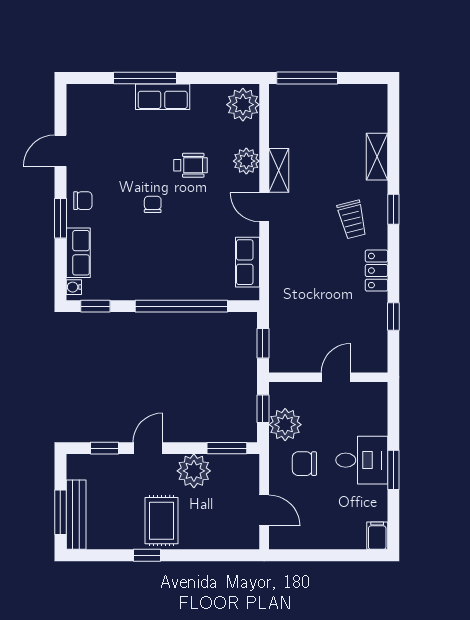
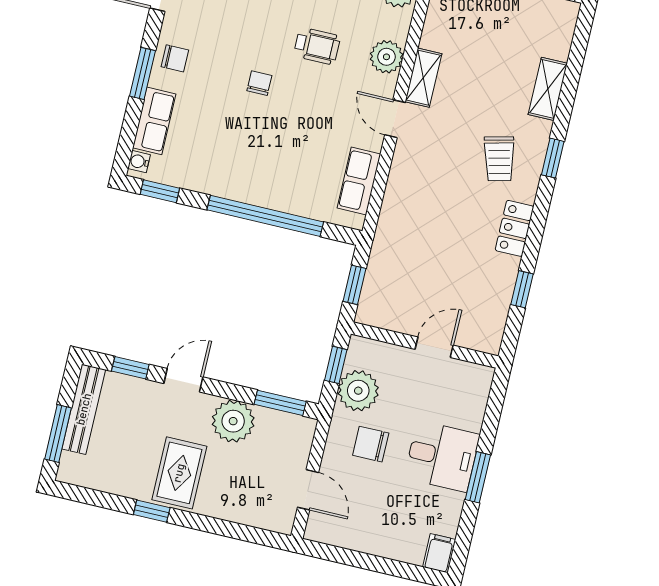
bench: (76, 515) -> (84, 409), moved

